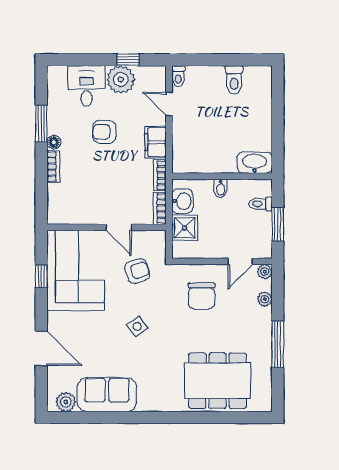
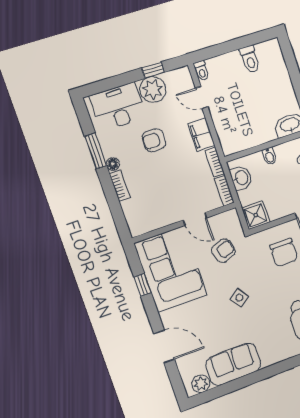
desk: (86, 86) -> (118, 107), width x1.37
shower: (185, 228) -> (256, 215), moved

